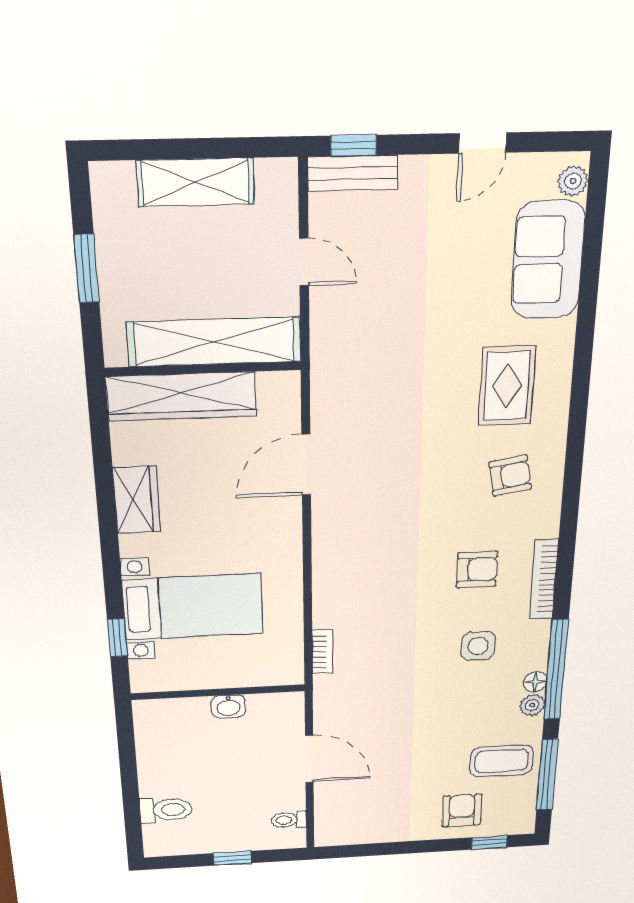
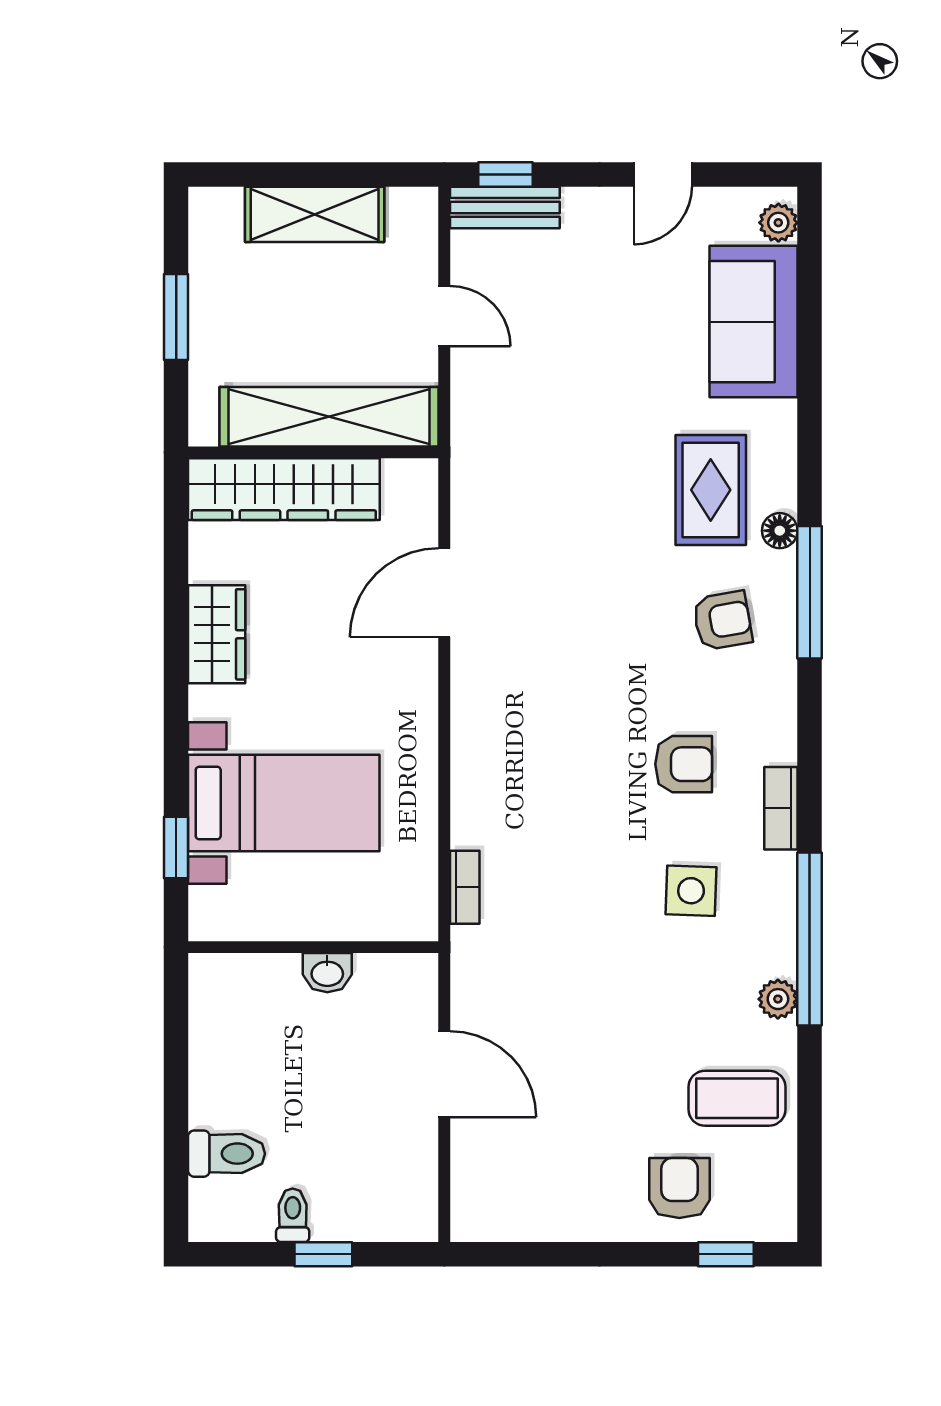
bookcase: (544, 579) -> (781, 808), width x0.64
floor lamp: (535, 682) -> (780, 531), moved
window: (547, 775) -> (810, 592), moved
toilet: (289, 820) -> (293, 1215), moved, turned 90

